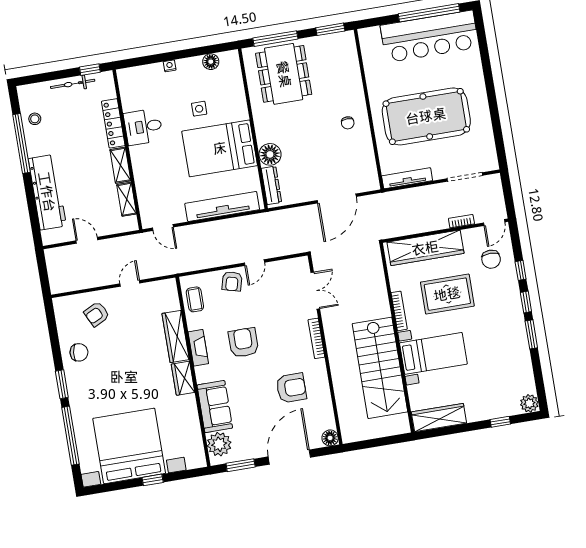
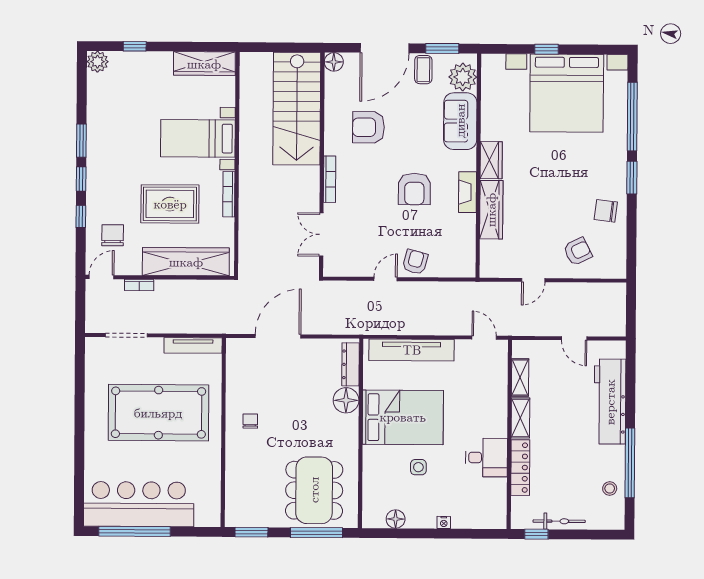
coffee table: (195, 299) -> (423, 70), moved
stairs: (380, 368) -> (297, 109), moved, turned 180

